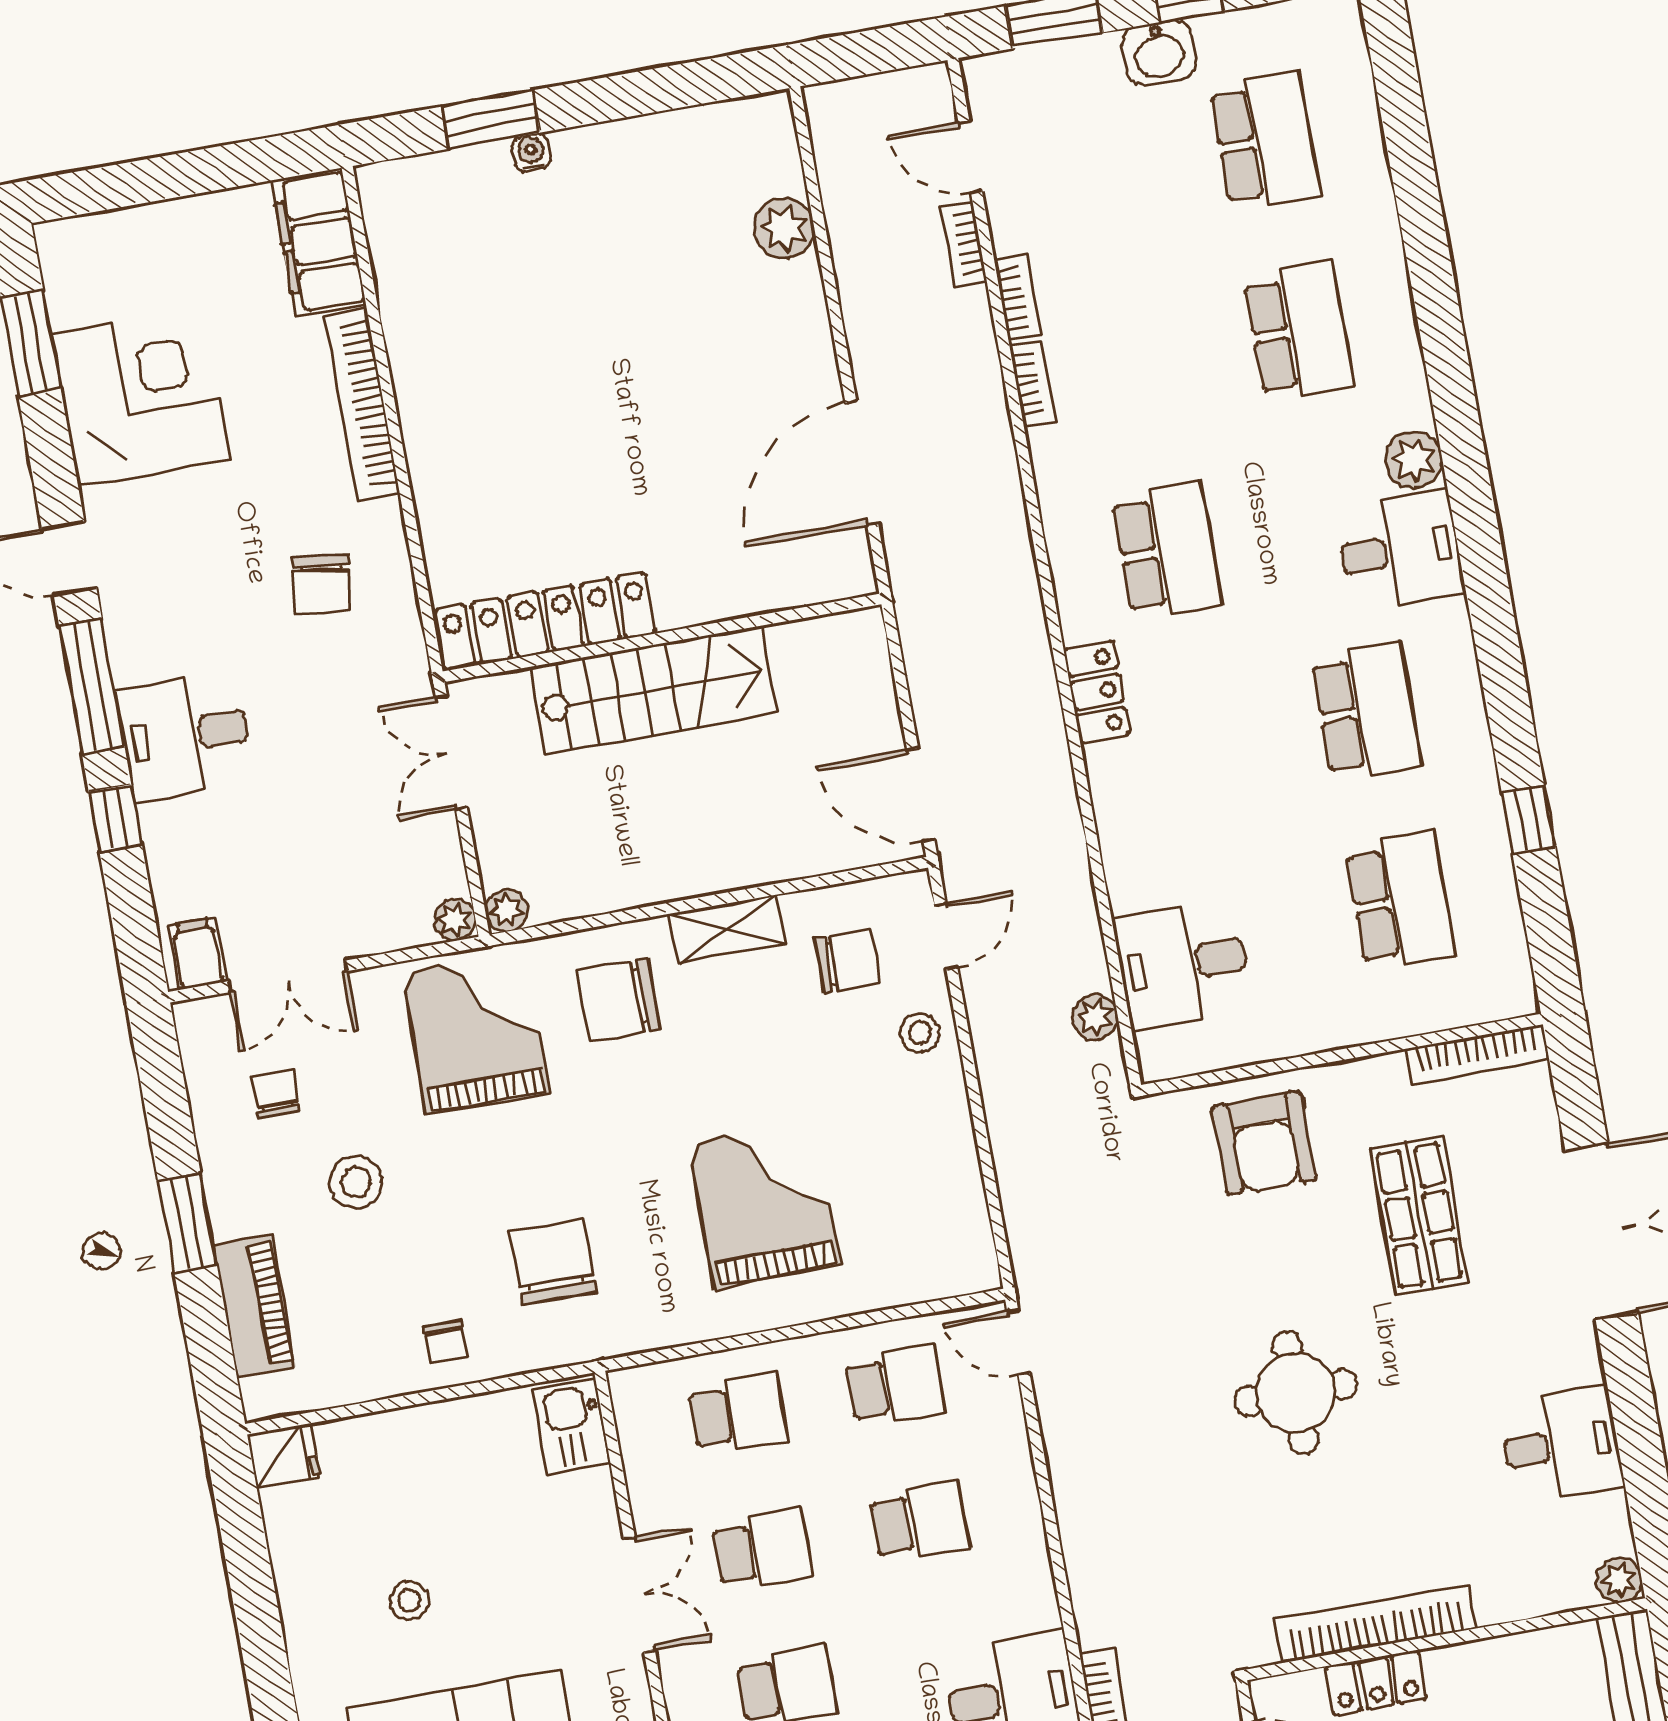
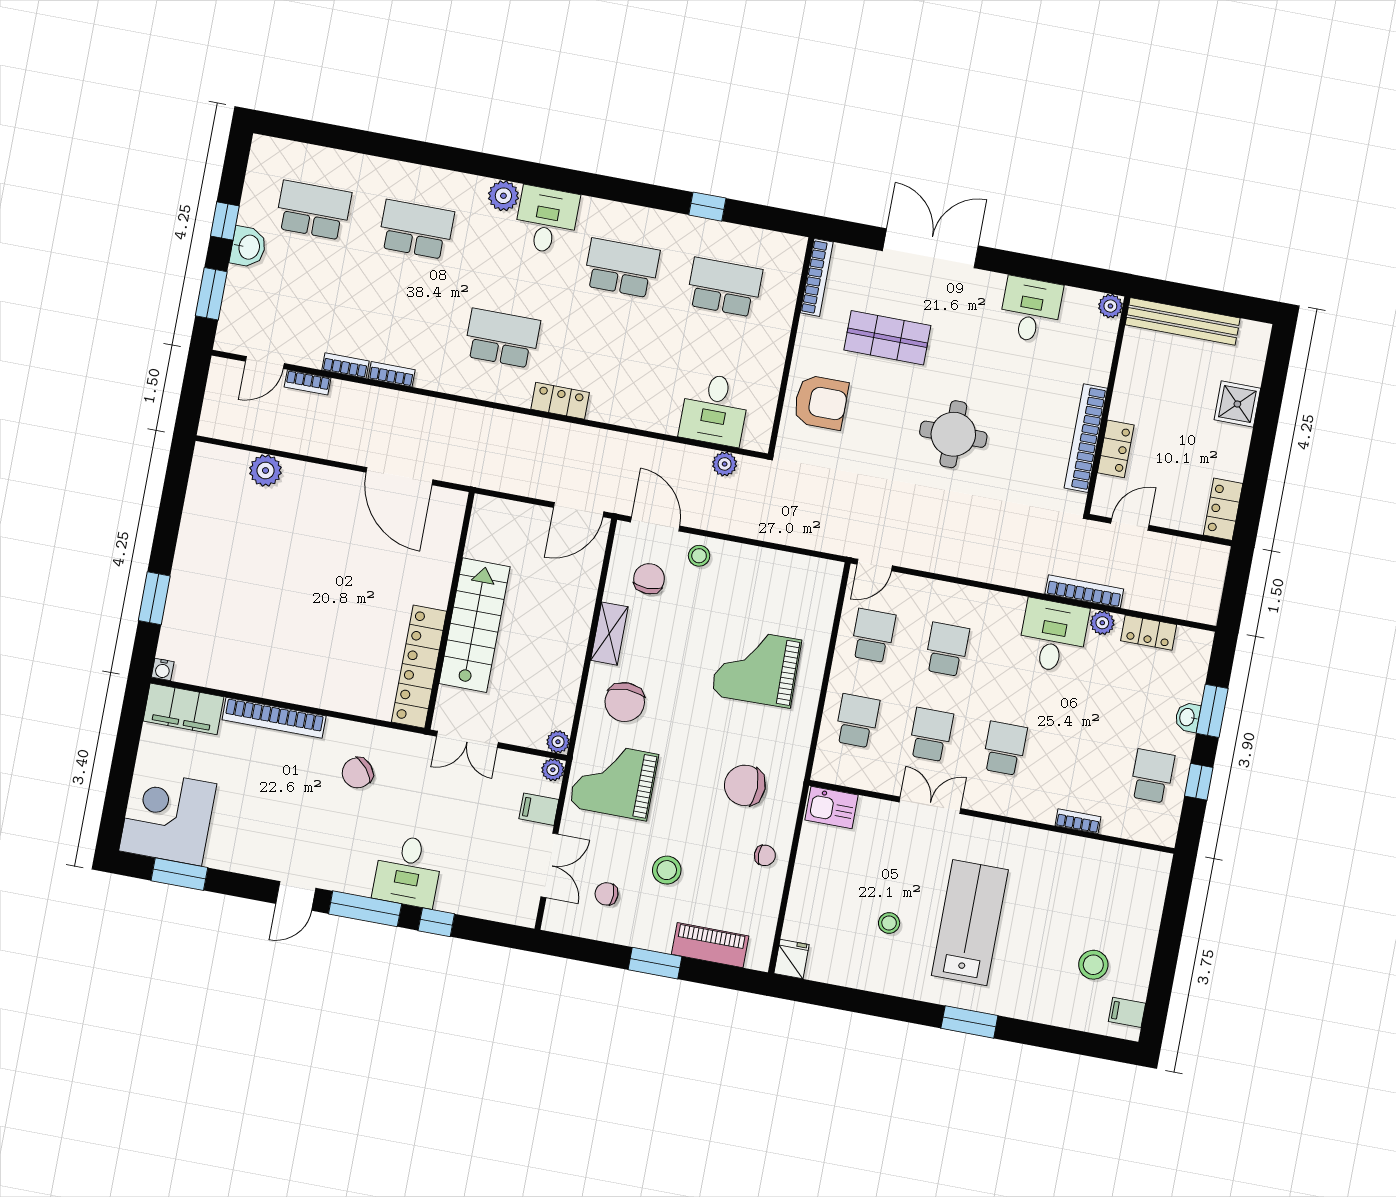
water cooler: (531, 152) -> (163, 669), moved, turned -90
corner desk: (141, 397) -> (168, 817), moved
chair: (322, 585) -> (358, 773), turned 133
door: (946, 936) -> (655, 524), width x1.38
filing cabinet: (197, 954) -> (539, 809), moved

